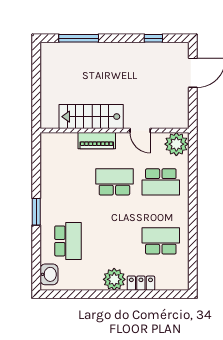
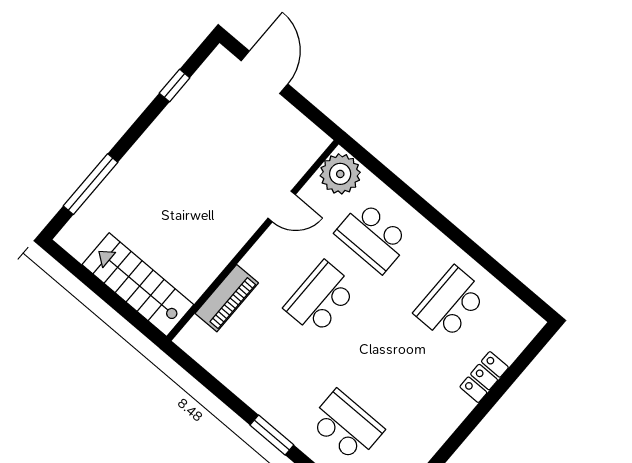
stairs: (91, 117) -> (138, 285), moved, turned 90
piano: (97, 141) -> (227, 298), moved
school desk: (161, 182) -> (373, 237), turned 90
plant: (114, 279) -> (449, 408), removed

